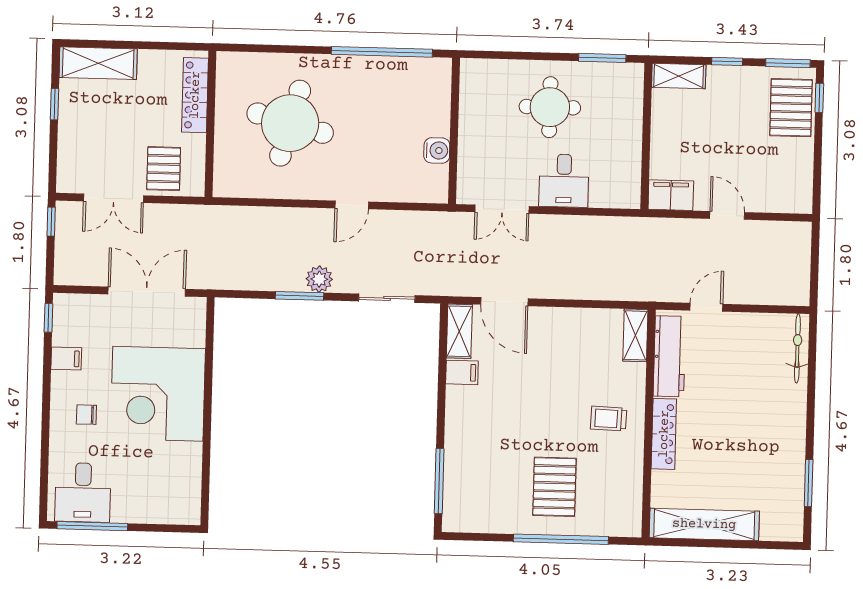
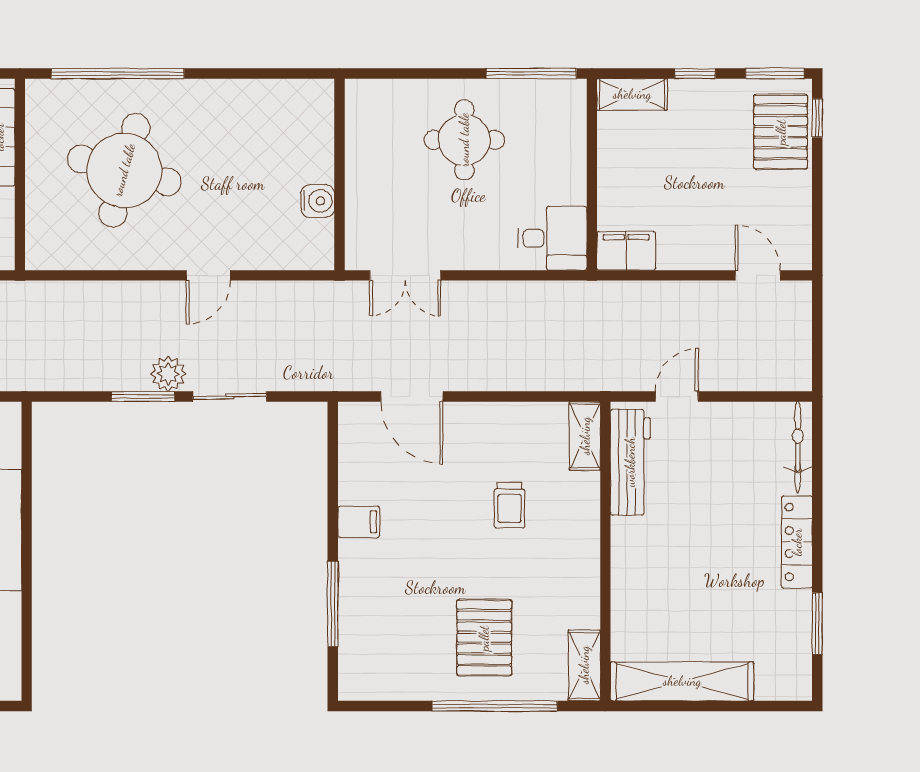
window: (382, 52) -> (118, 74), moved
window: (602, 58) -> (531, 74), width x1.44
desk: (564, 181) -> (552, 238), moved, turned -90
door: (727, 215) -> (758, 275), moved
sliding door: (387, 298) -> (230, 397), moved
shelving: (459, 331) -> (584, 665), moved
filing cabinet: (462, 372) -> (359, 522), moved
trolley: (609, 419) -> (510, 505), moved, turned -92
locker: (664, 434) -> (797, 542), moved, turned 180
window: (439, 481) -> (333, 604), moved

